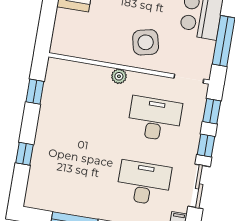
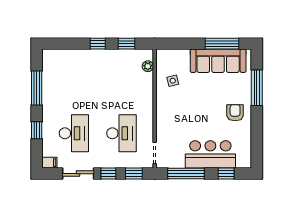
side table: (146, 42) -> (173, 81), moved, width x0.54, depth x0.54
plant: (119, 76) -> (148, 66), moved
window: (24, 154) -> (98, 44), moved

